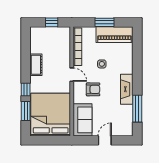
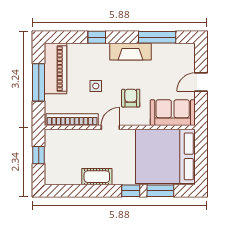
window: (104, 22) -> (39, 82), width x1.44
window: (137, 65) -> (97, 37), added
door: (105, 140) -> (201, 82), hinge flipped

